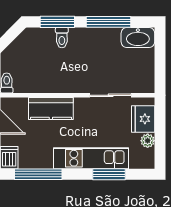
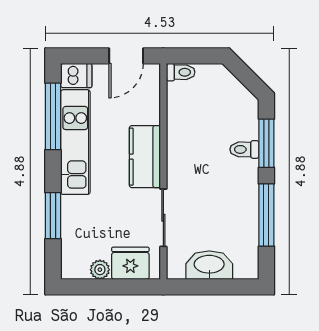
washbasin: (138, 37) -> (209, 265), moved, turned 90
kitchen counter: (51, 109) -> (145, 157), moved
kitchen unit: (91, 158) -> (75, 142), moved

